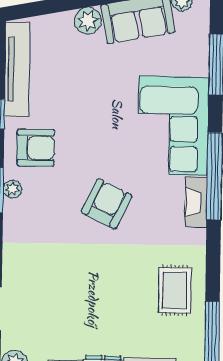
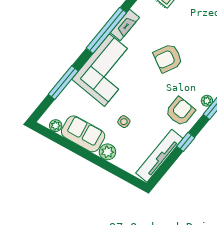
side table: (98, 77) -> (124, 122), added
armchair: (36, 148) -> (180, 111), turned 90

